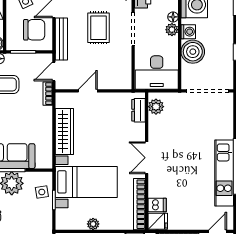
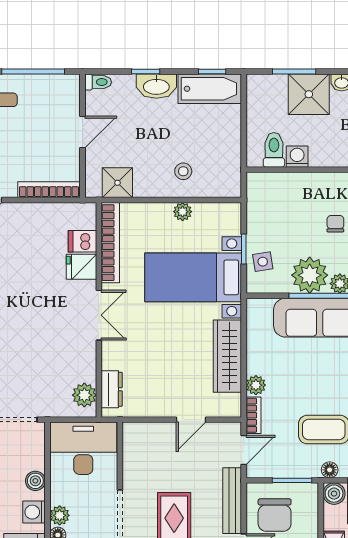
chair: (34, 30) -> (275, 515), turned -90
boiler: (193, 52) -> (35, 481), width x0.54, depth x0.54
plant: (46, 113) -> (256, 385), added
fridge: (158, 221) -> (81, 267), moved

